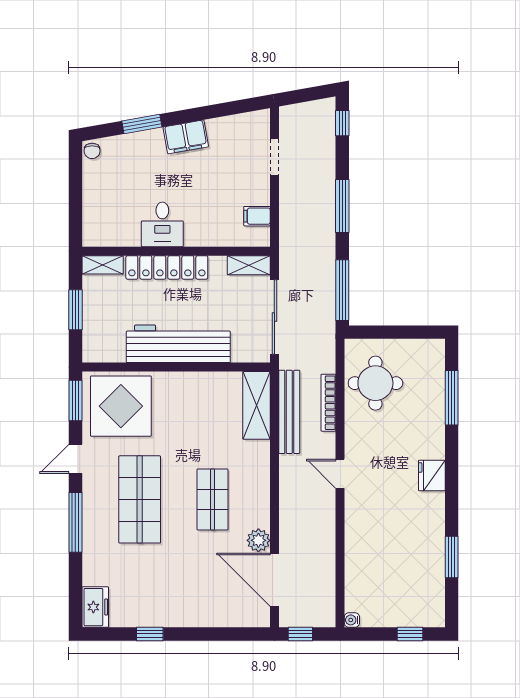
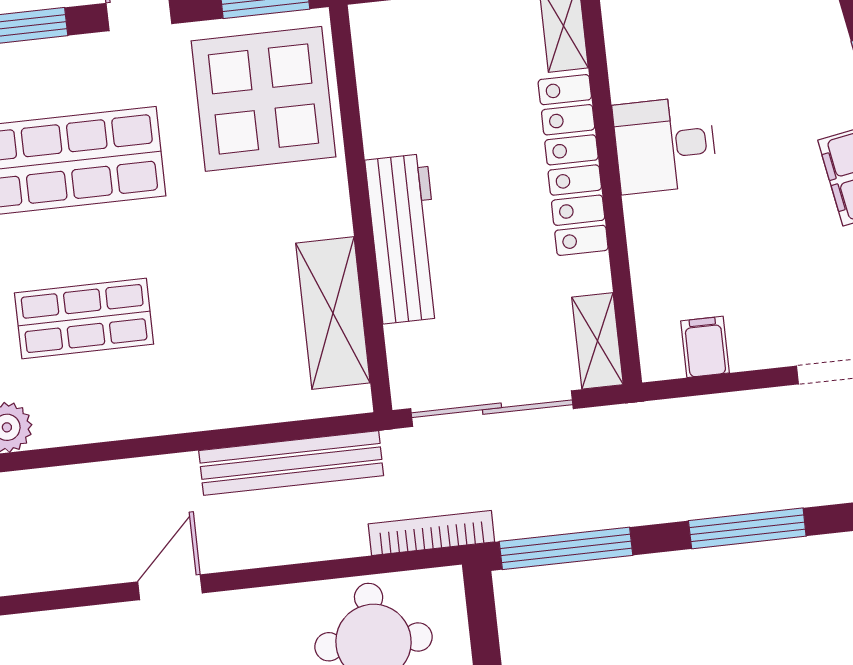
workbench: (178, 344) -> (405, 239), width x0.73, depth x0.76
bookcase: (328, 403) -> (431, 533), moved
shelving: (257, 405) -> (333, 313), moved, turned 90

